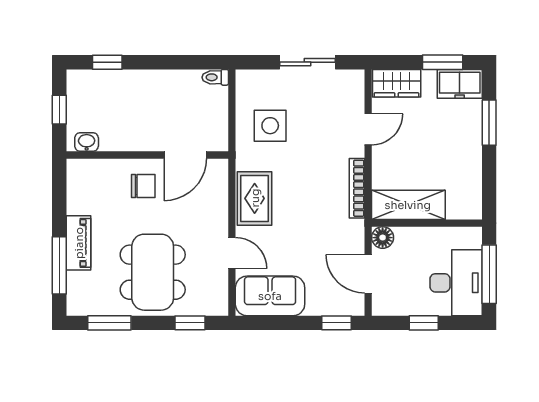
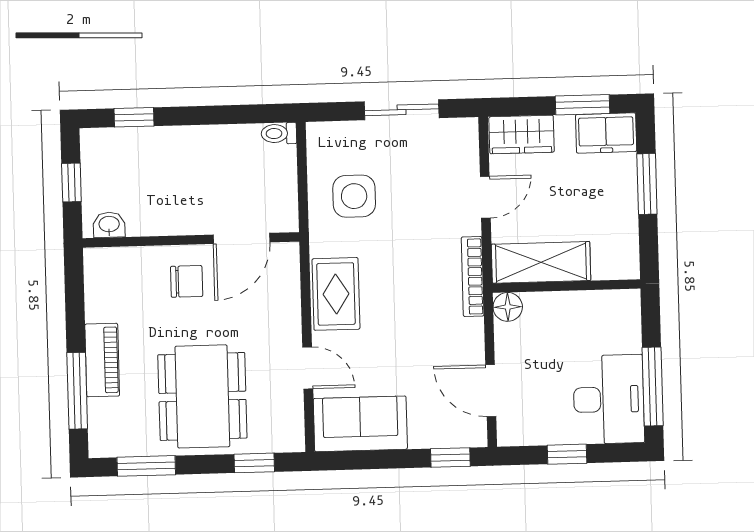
shelving: (408, 205) -> (541, 262), moved
wall: (427, 223) -> (566, 286), moved
floor lamp: (383, 238) -> (508, 307), moved

